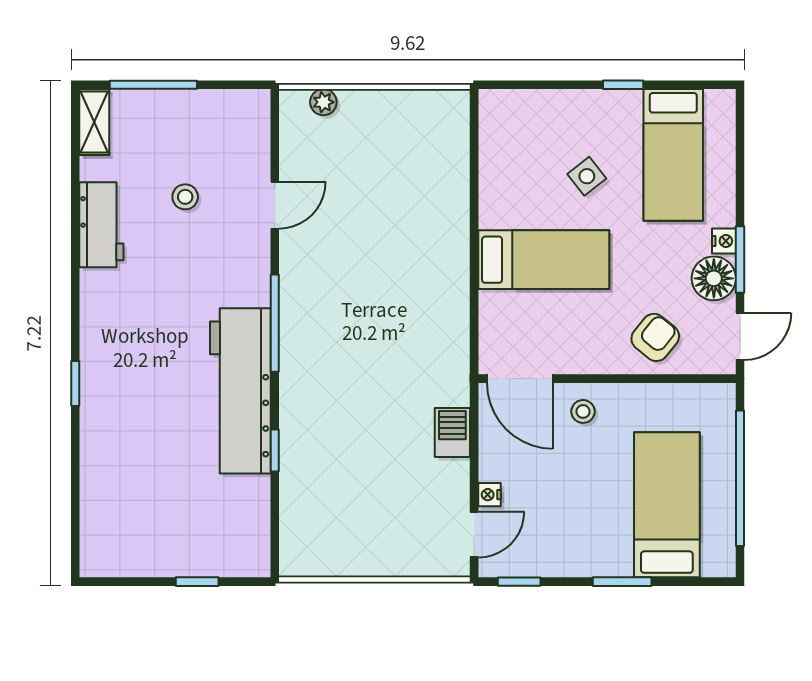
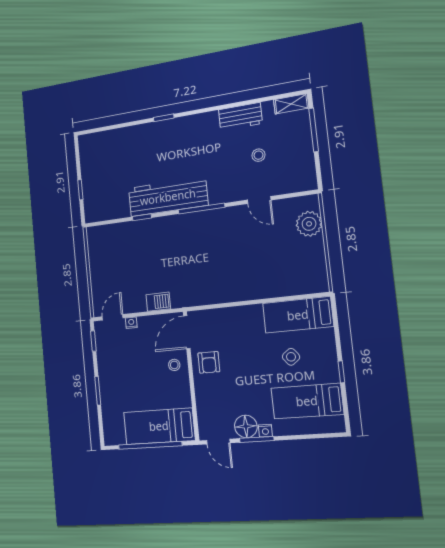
plant: (323, 102) -> (309, 224), width x1.88, depth x1.88
bed: (544, 260) -> (298, 315), moved, turned 90
armchair: (655, 337) -> (209, 362), moved, turned 51
bed: (667, 505) -> (159, 426), moved, turned 180
door: (474, 535) -> (113, 317), swing flipped

